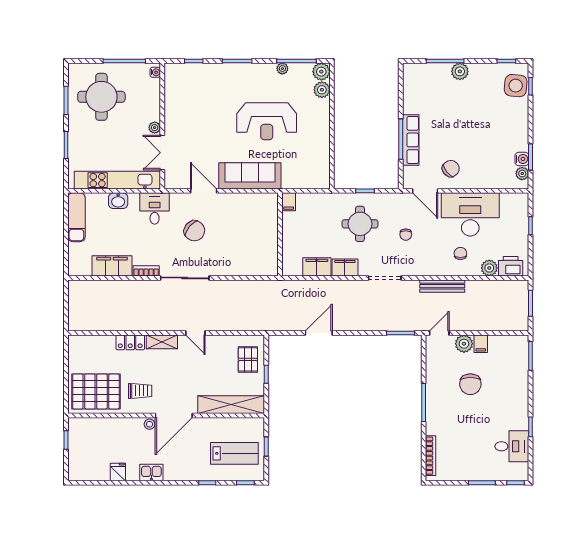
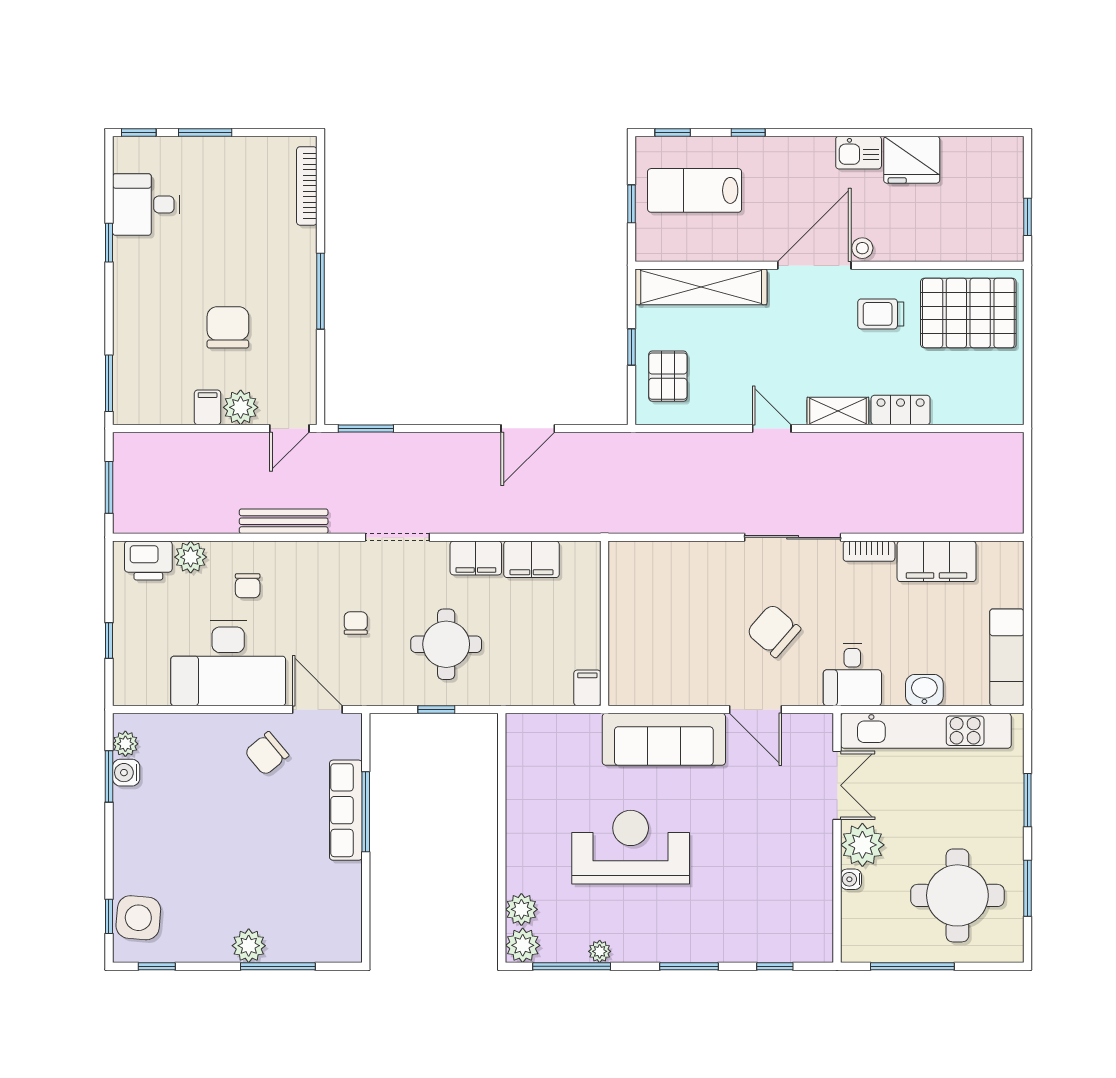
water cooler: (155, 72) -> (851, 879), moved
plant: (155, 128) -> (862, 845), width x1.87, depth x1.87
fridge: (118, 472) -> (912, 160), width x1.88, depth x1.34

